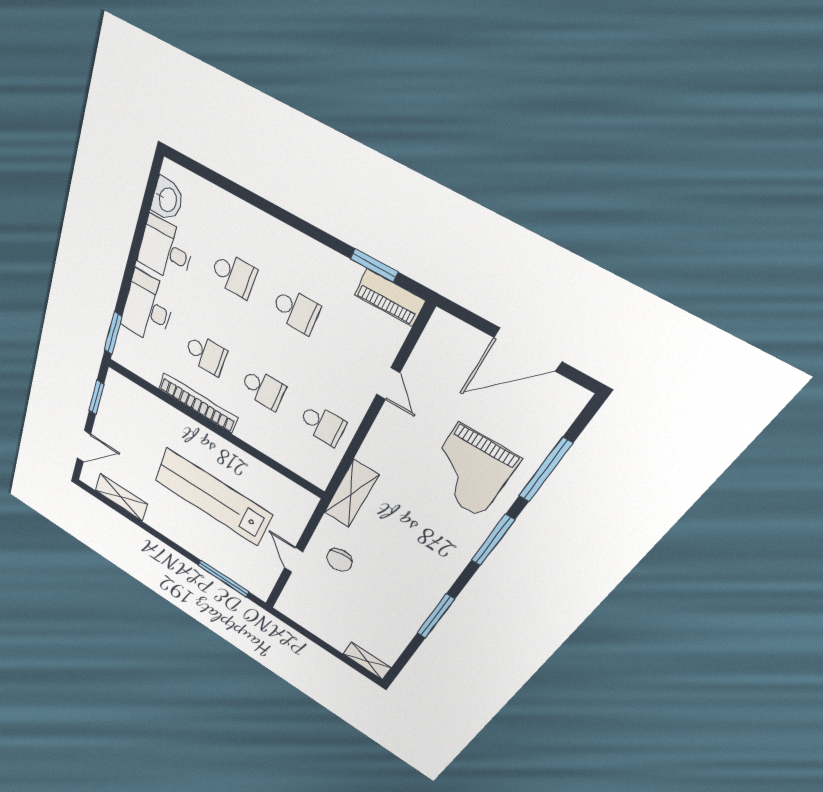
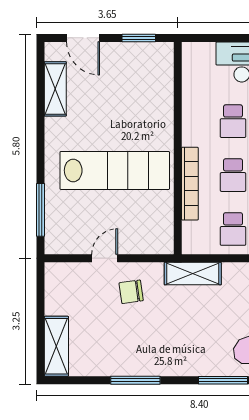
window: (113, 333) -> (205, 38), removed
bookcase: (198, 403) -> (190, 184), moved
lab bench: (212, 497) -> (115, 170), turned 90
shelving: (367, 661) -> (56, 346), width x1.50, depth x1.33

